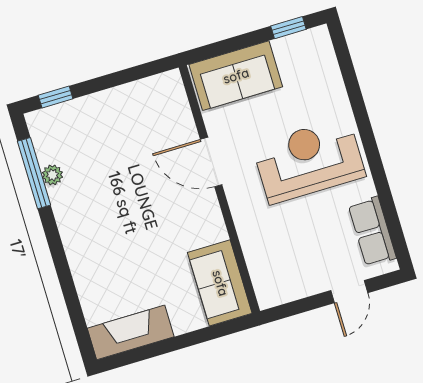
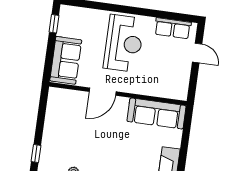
reception desk: (309, 160) -> (124, 43), turned 180
sofa: (220, 283) -> (157, 113), width x1.36

